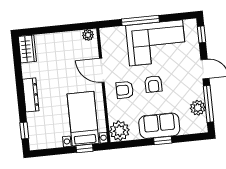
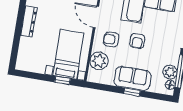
floor lamp: (202, 121) -> (170, 85), added
window: (24, 130) -> (15, 51), removed
plant: (119, 131) -> (99, 61), moved

